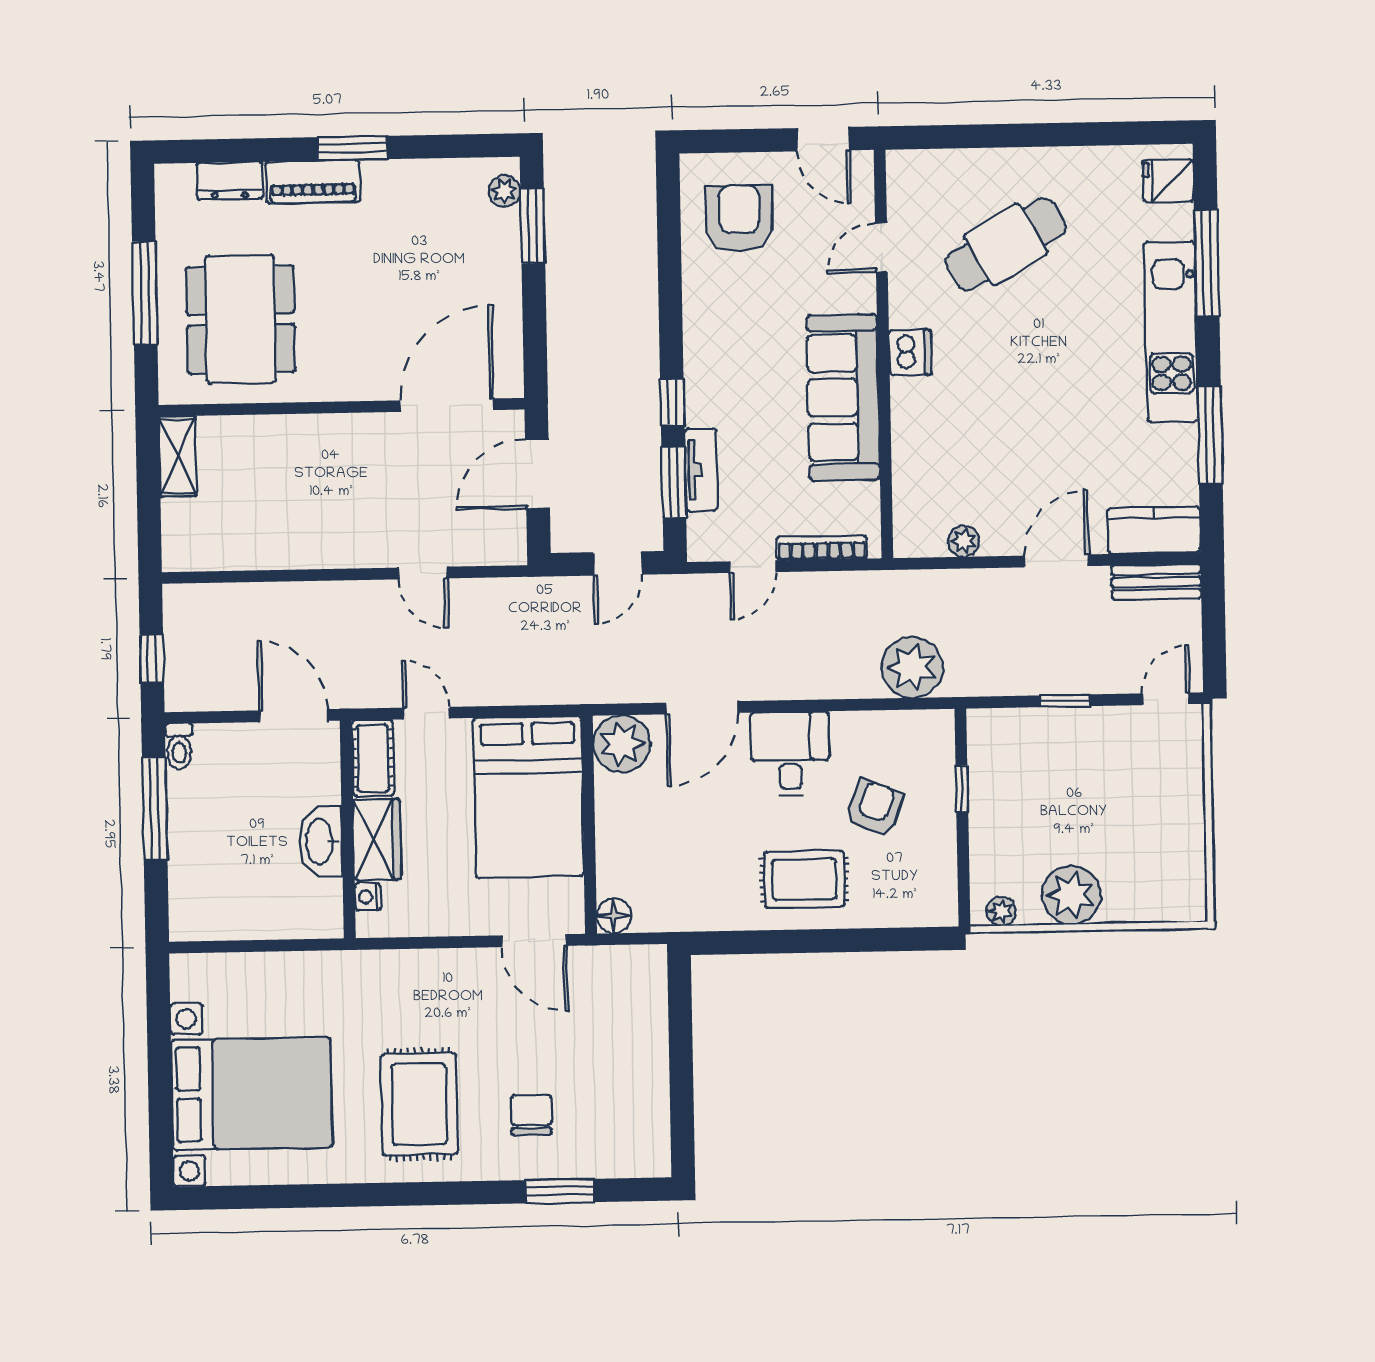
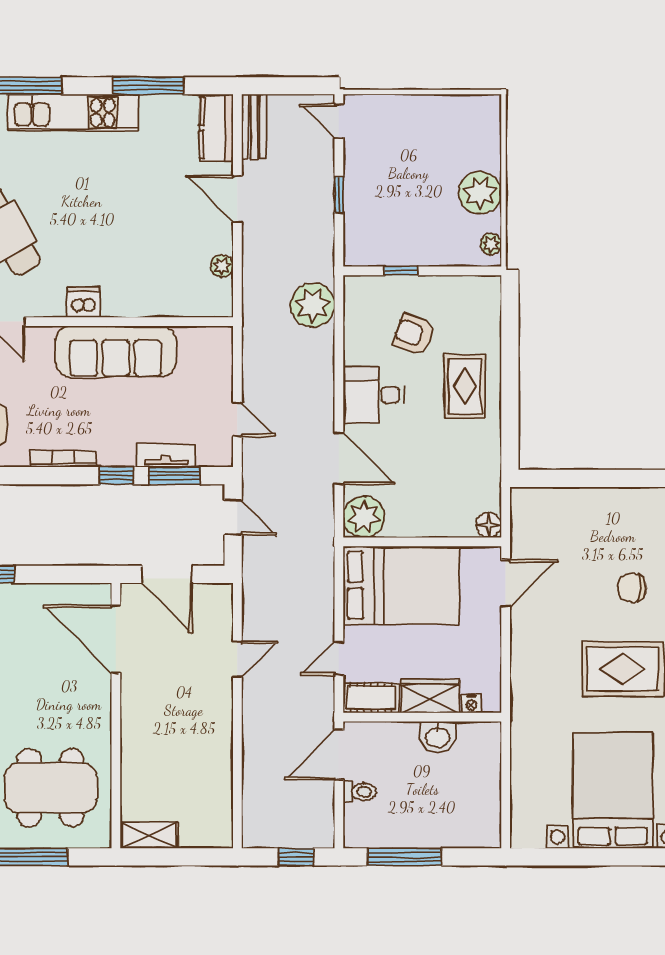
bookcase: (822, 548) -> (63, 459), moved, turned 90
toilet: (179, 746) -> (360, 792), moved
washbasin: (321, 841) -> (438, 737), width x0.72

